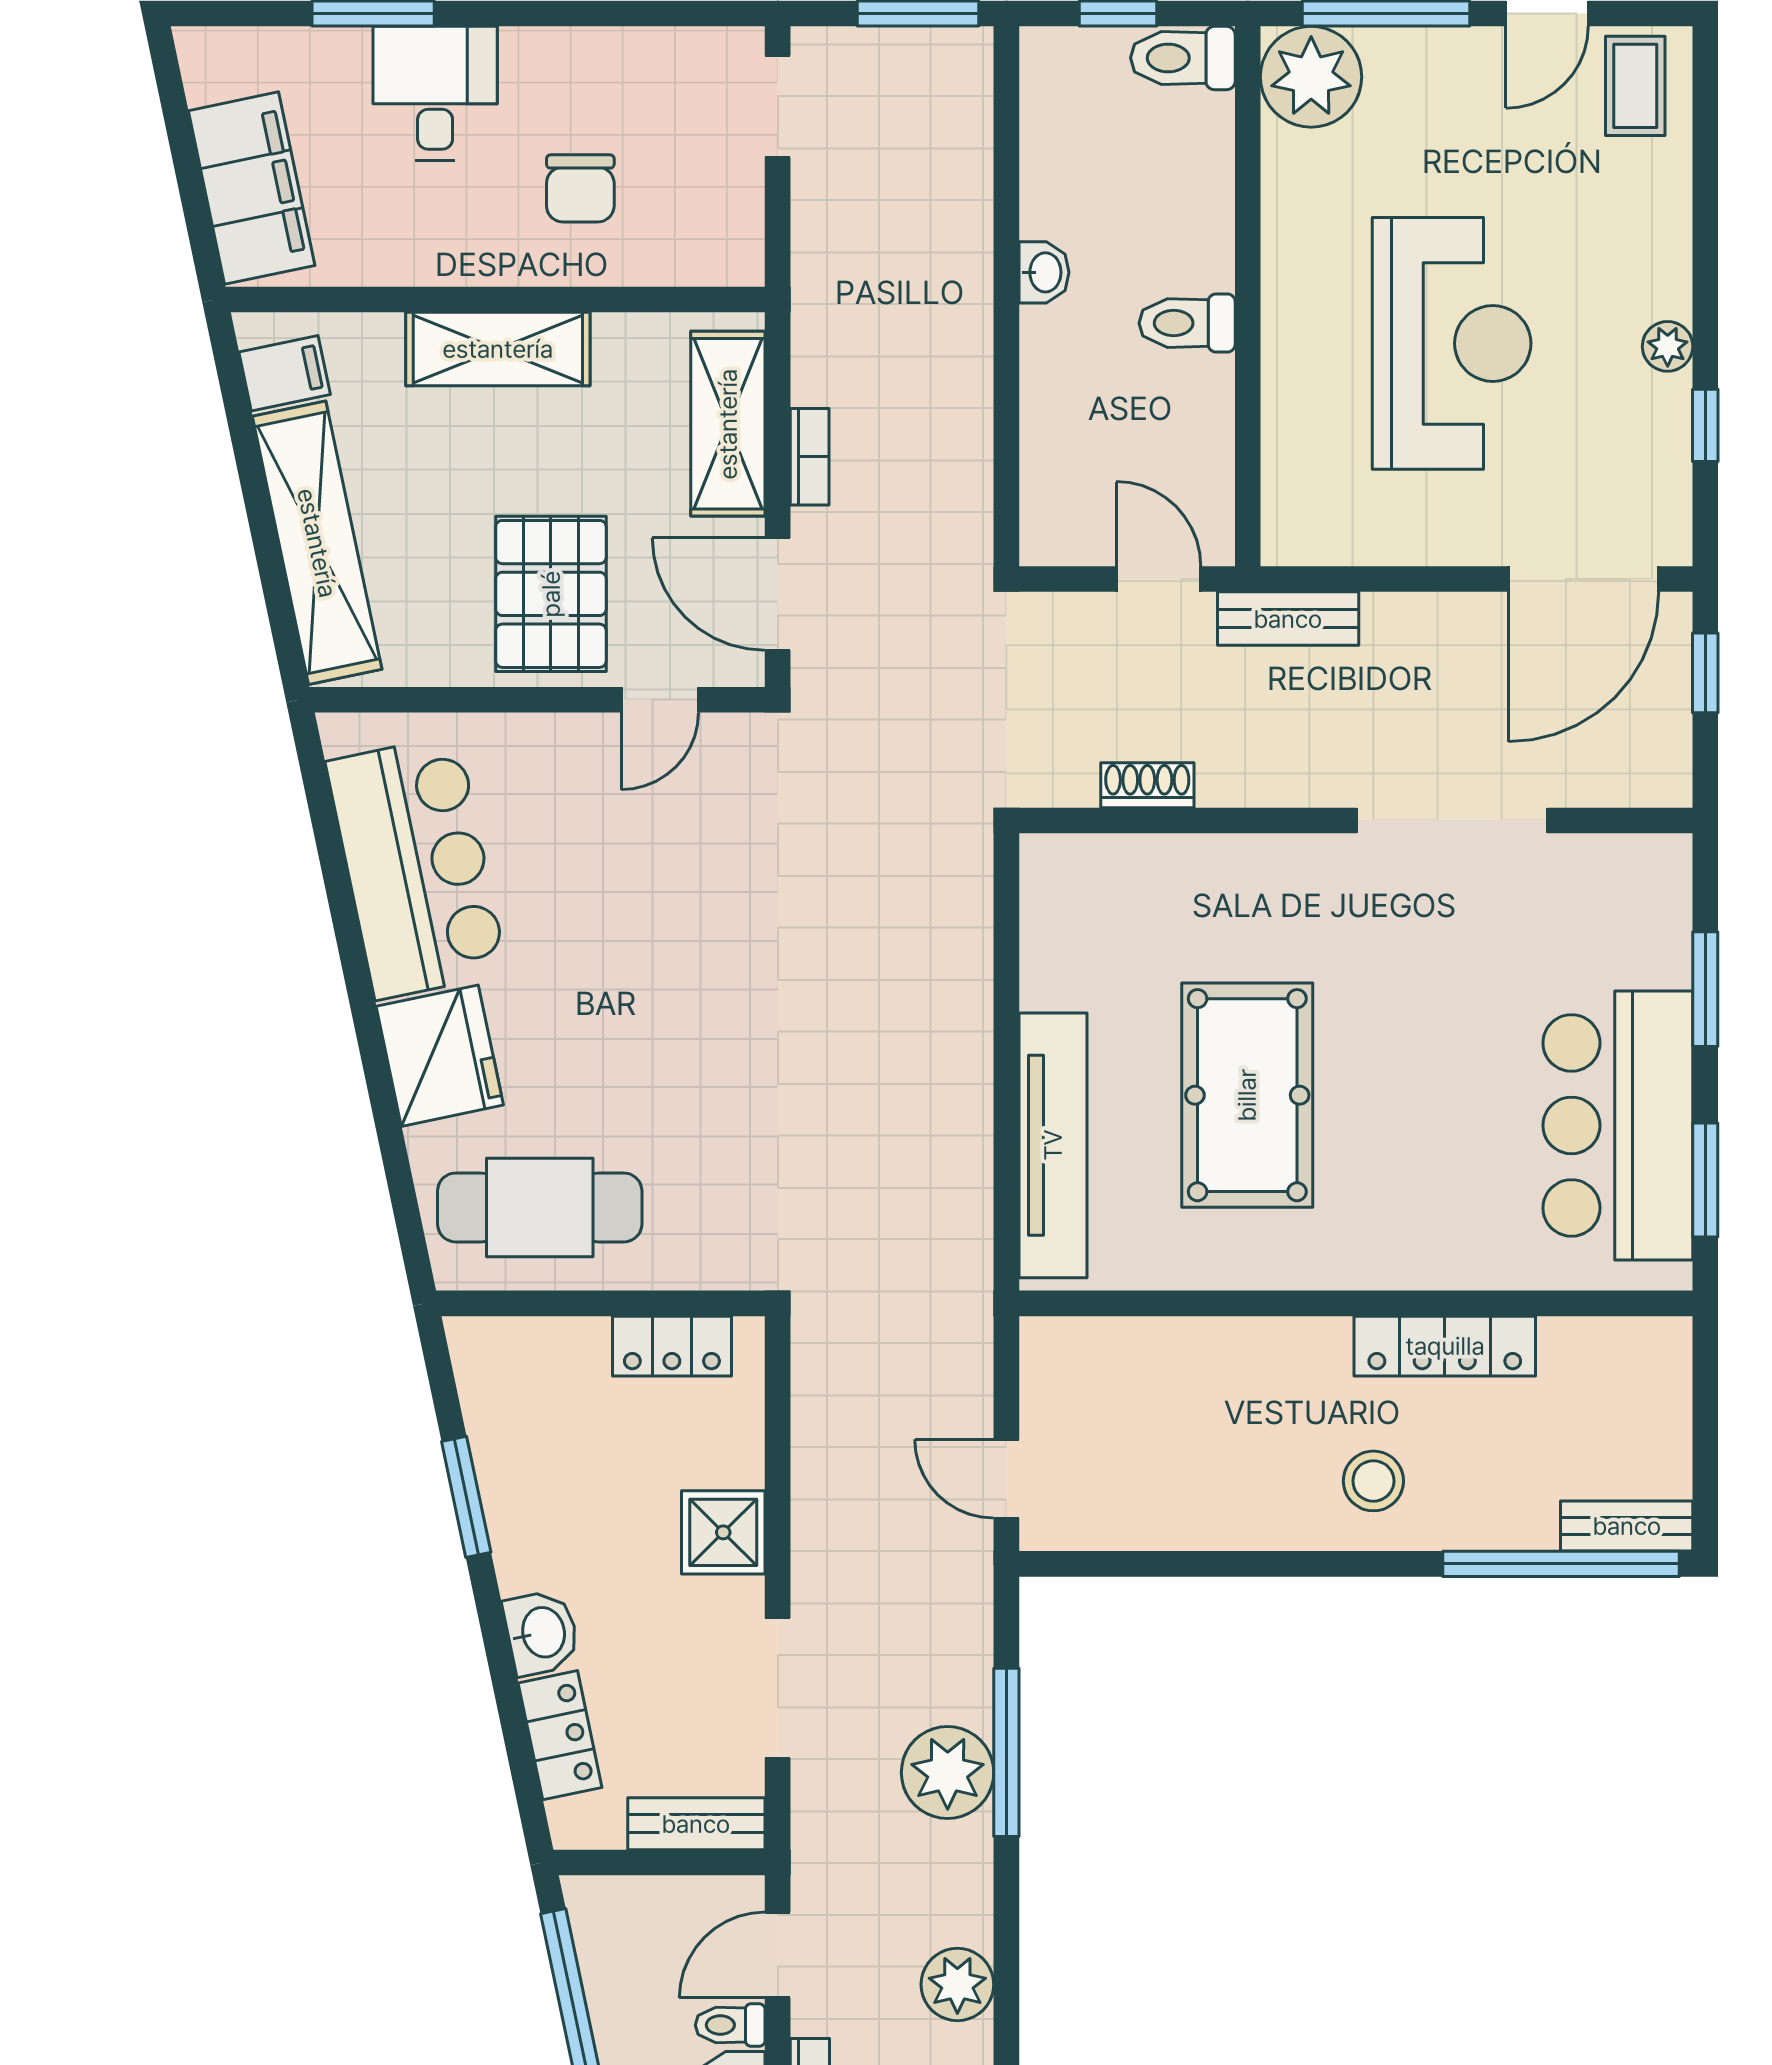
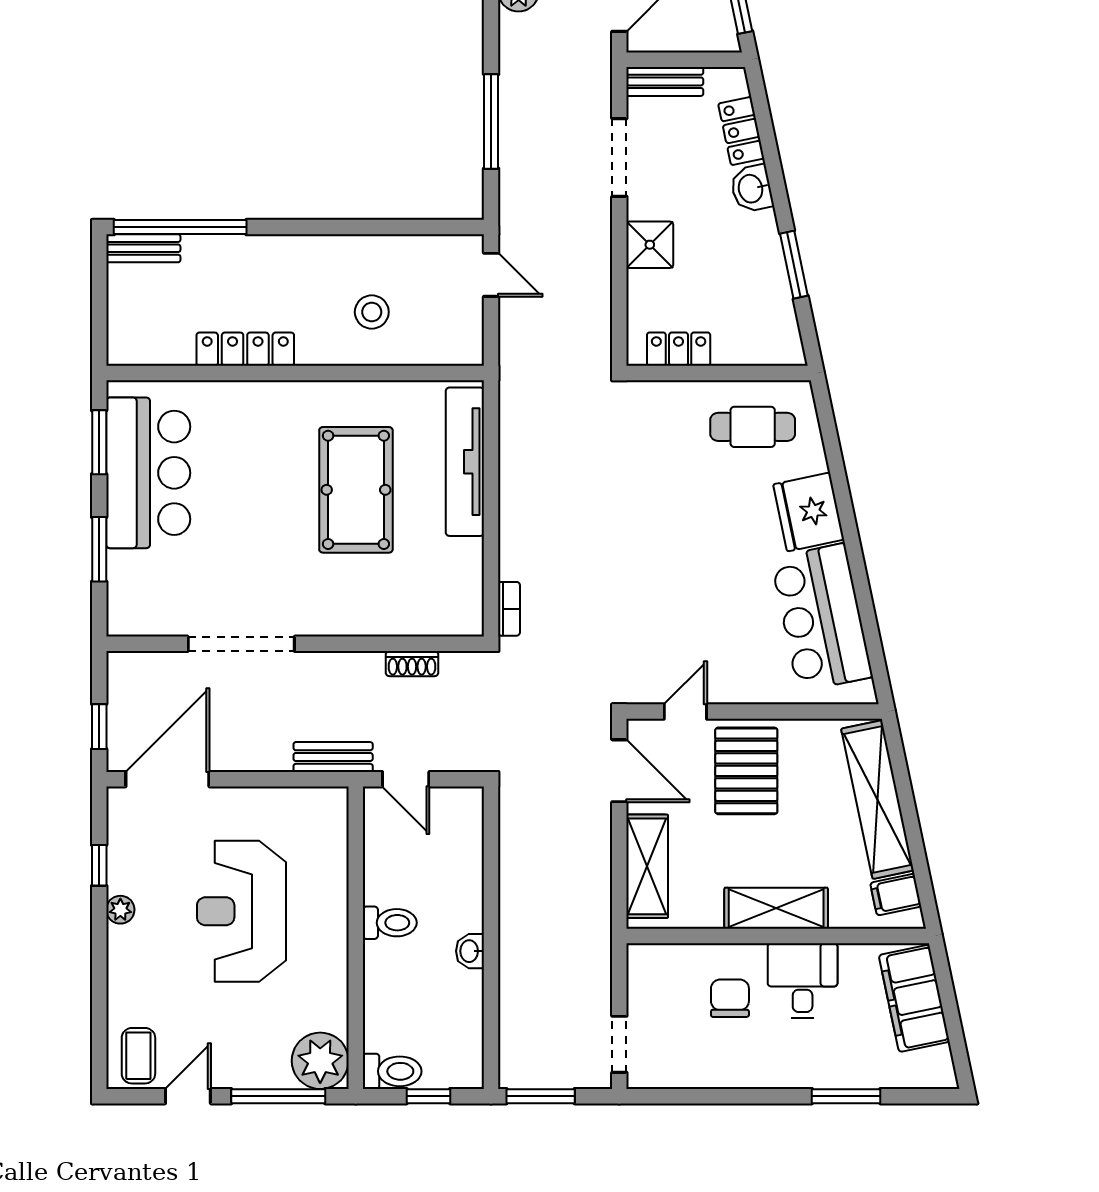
desk: (435, 93) -> (803, 981), moved, turned 180
bookcase: (810, 457) -> (509, 609), moved, turned 180
cafe table: (540, 1207) -> (753, 427), width x0.73, depth x0.74
stool: (1373, 1481) -> (372, 312), moved
plant: (948, 1773) -> (524, 110), removed

